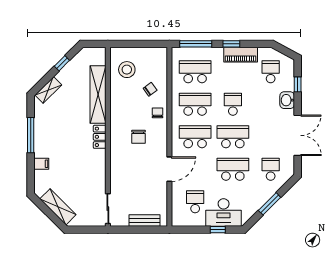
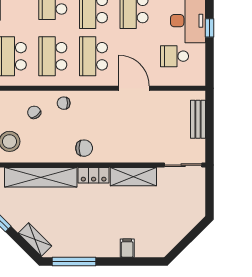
window: (31, 135) -> (74, 261), moved
chair: (139, 137) -> (84, 148), moved
shelving: (58, 207) -> (133, 177), moved, turned 45

